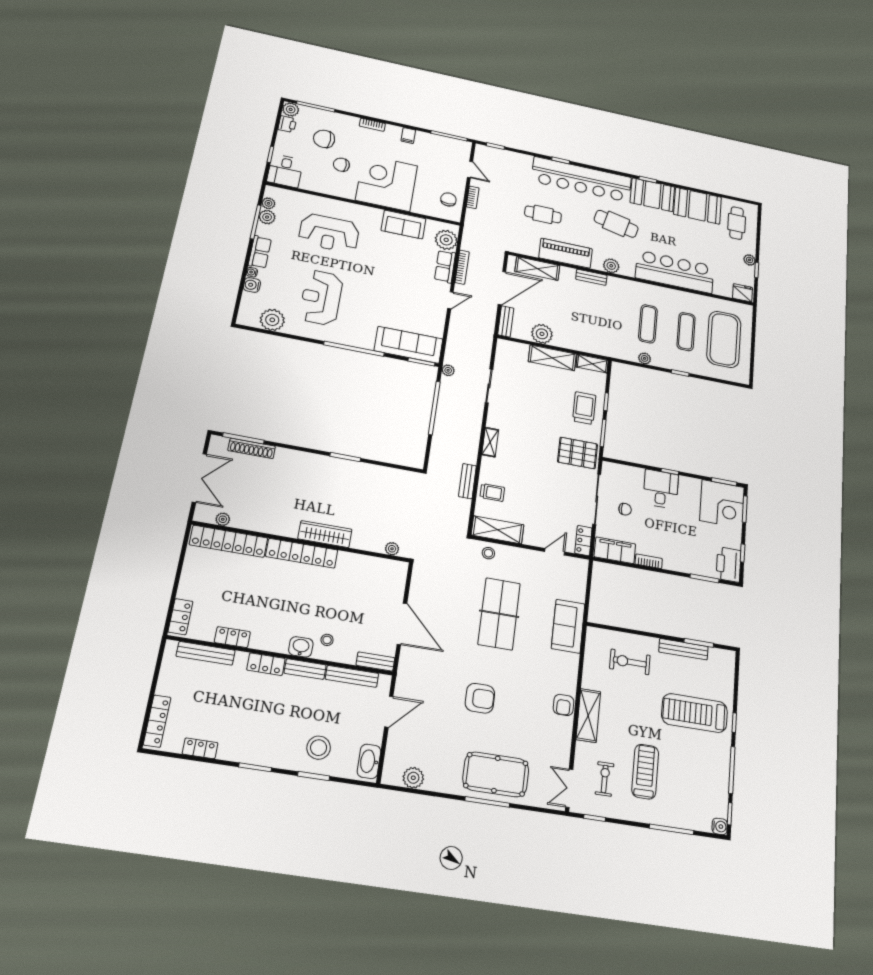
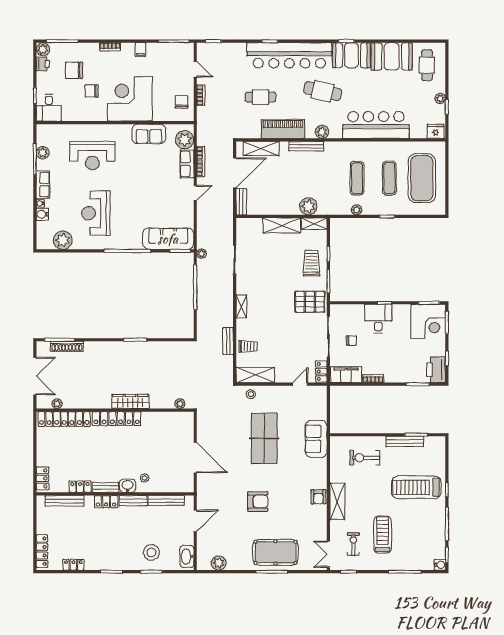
plant: (268, 203) -> (41, 140), removed
bench: (591, 277) -> (306, 146), width x1.36
plant: (542, 334) -> (308, 206), moved
bench: (375, 661) -> (106, 487), moved

